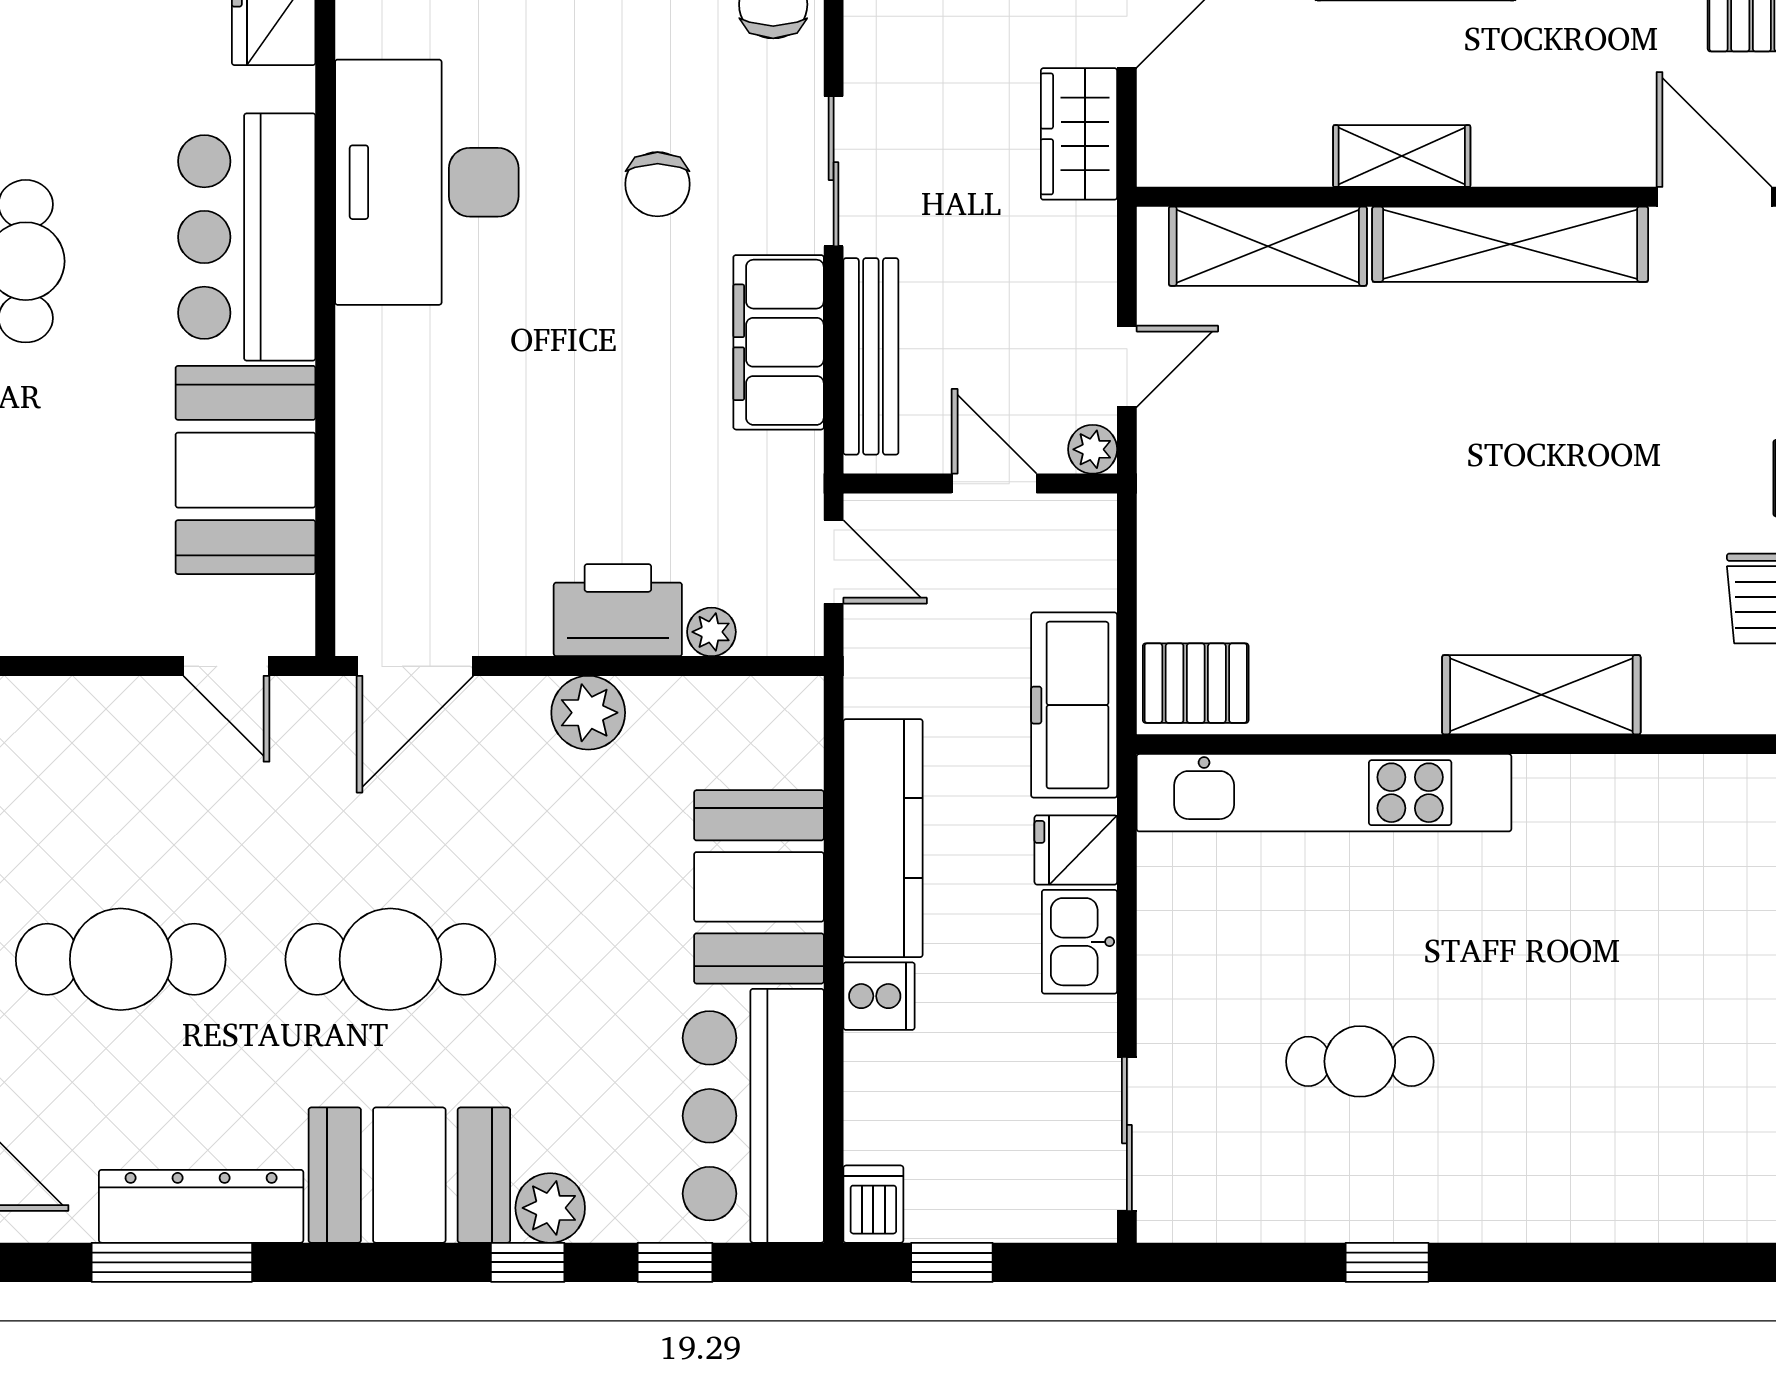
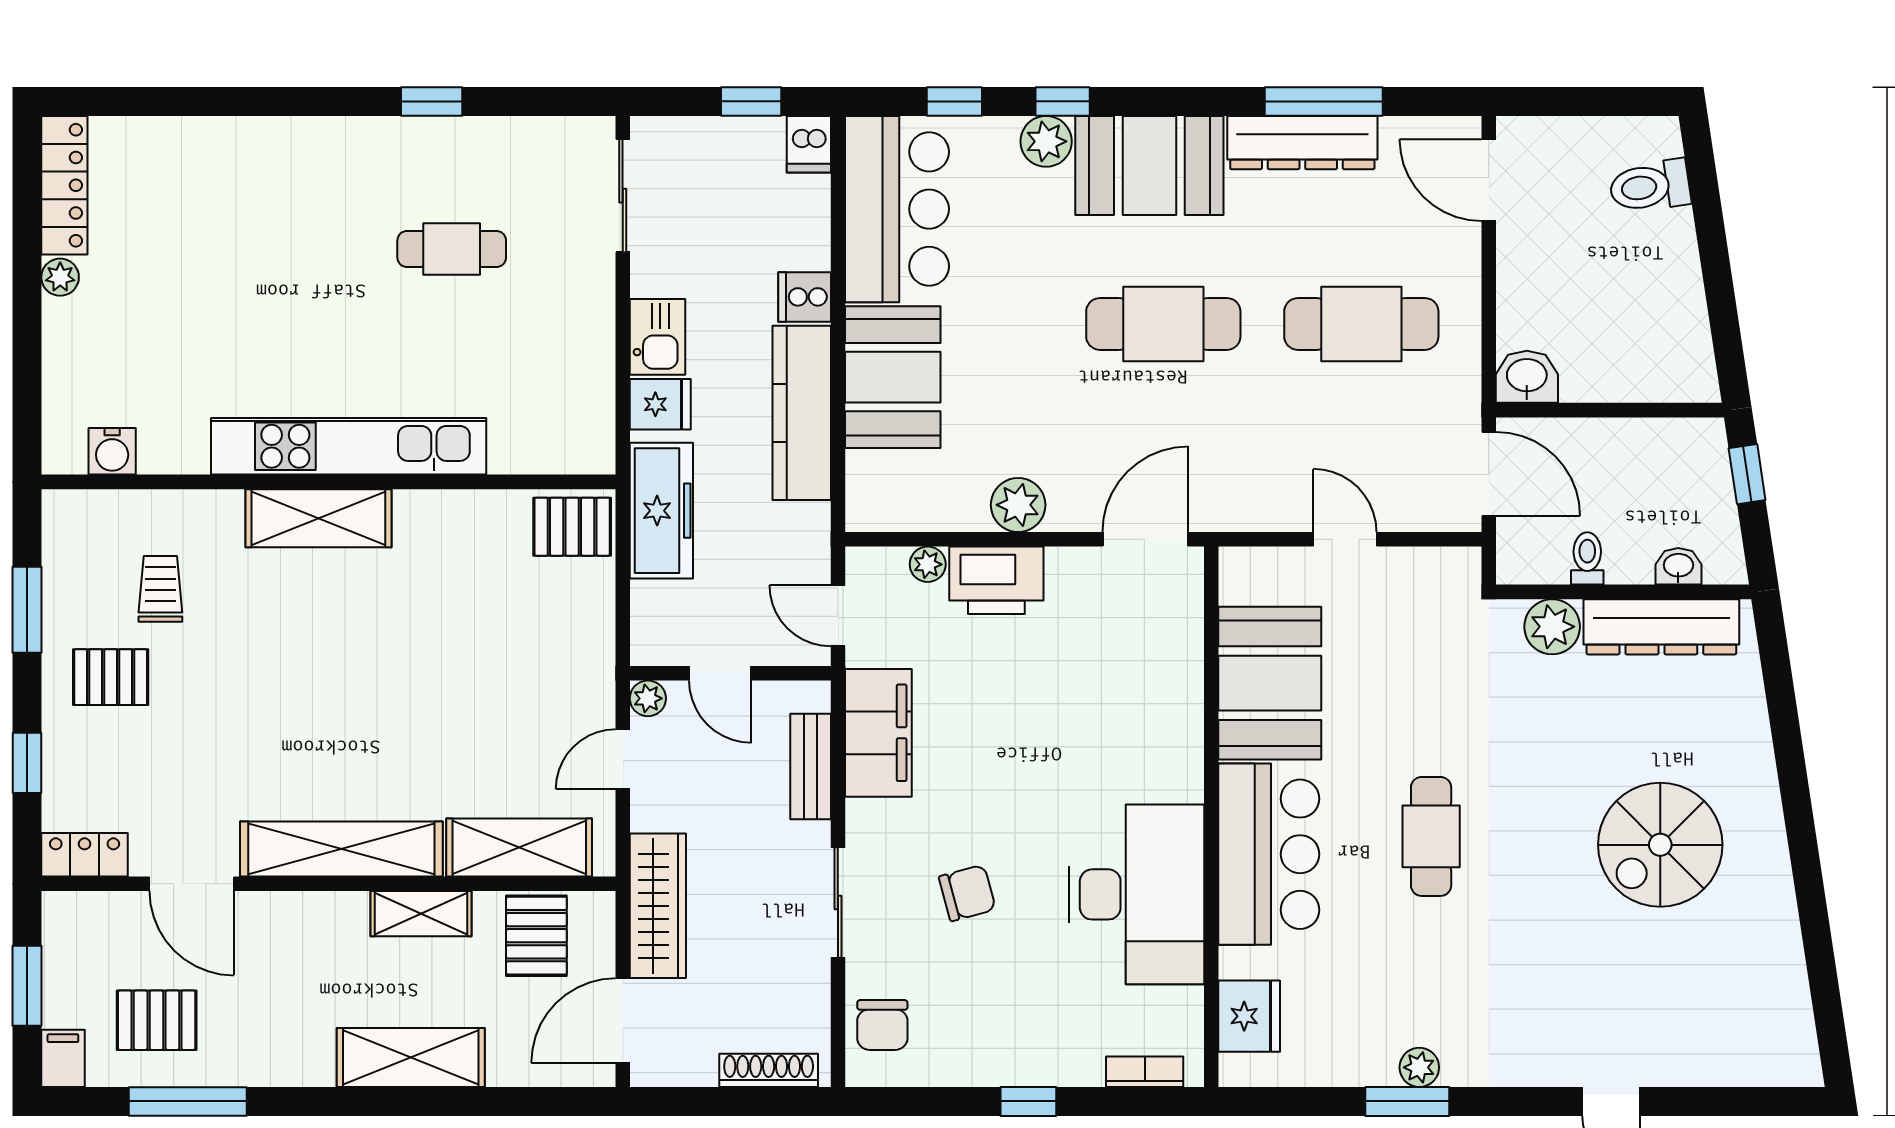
pallet: (1244, 126) -> (536, 936), added
wardrobe: (1079, 134) -> (658, 906), width x1.50
chair: (658, 184) -> (967, 893), turned 75
filing cabinet: (779, 342) -> (878, 733), moved
bench: (871, 356) -> (811, 767), width x0.73
door: (226, 666) -> (1345, 539), moved
kitchen unit: (1324, 793) -> (349, 446), moved

